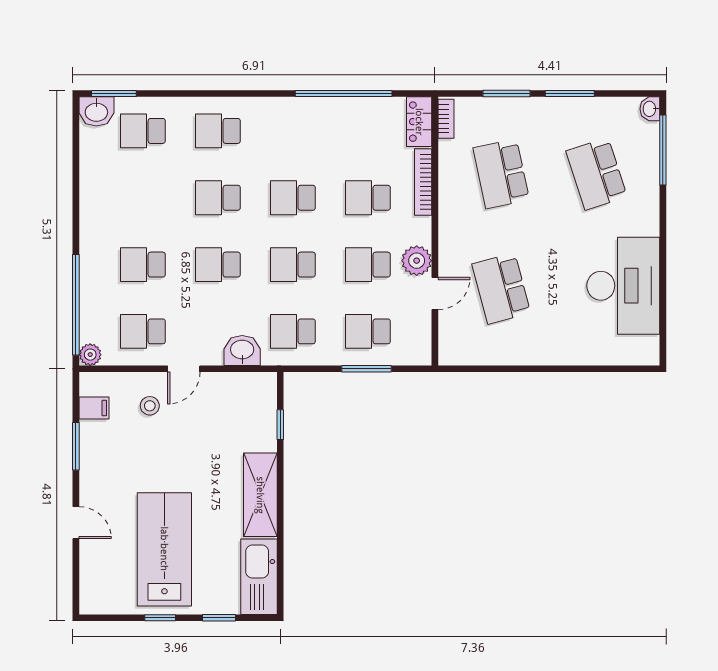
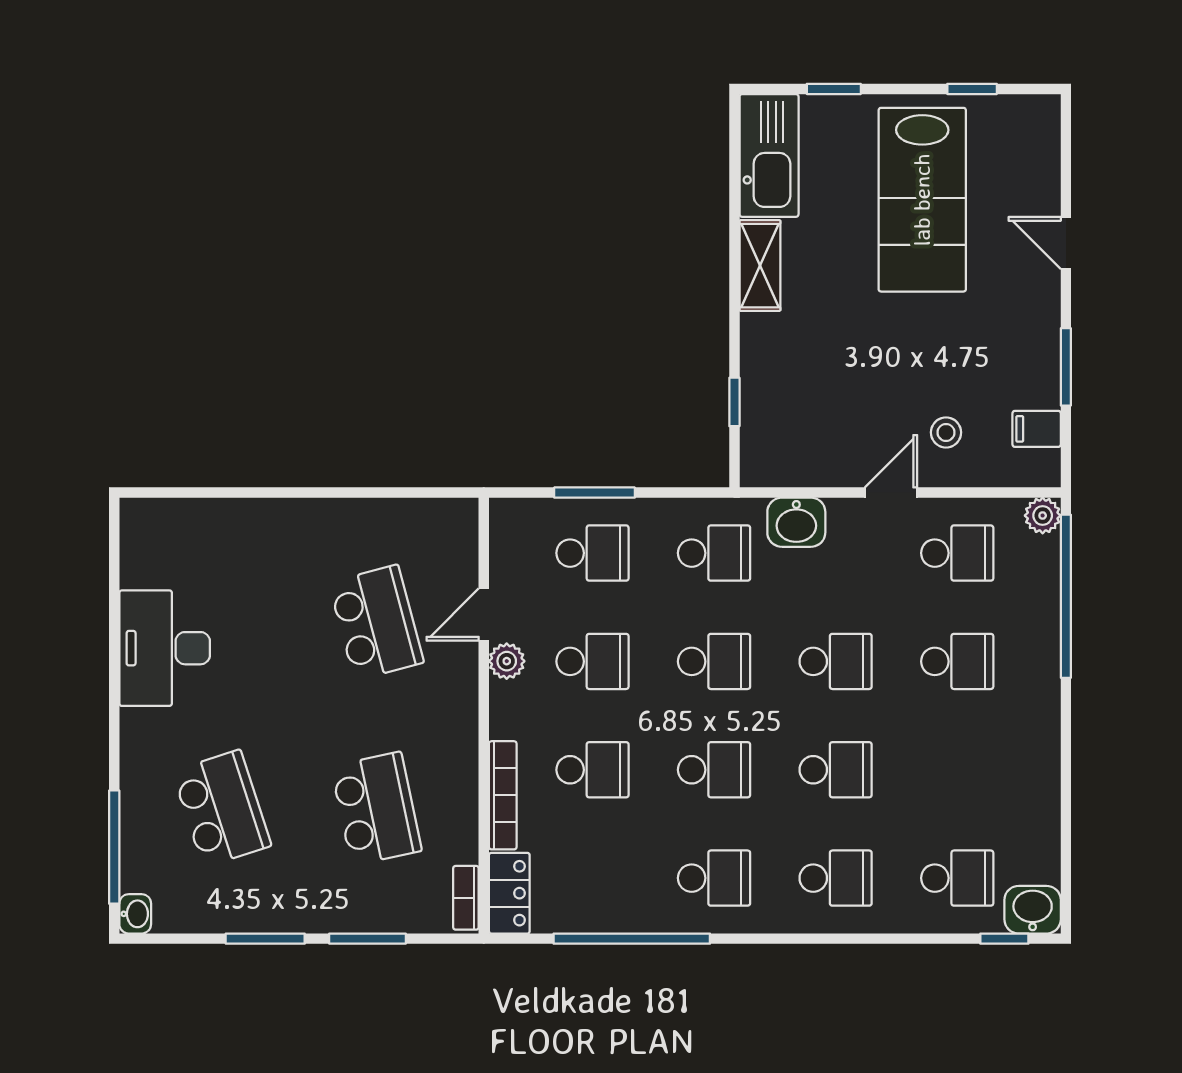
window: (114, 94) -> (1004, 939), width x0.67
school desk: (293, 131) -> (714, 878), added
plant: (417, 261) -> (507, 661), width x0.73, depth x0.73
desk: (623, 286) -> (165, 648), width x0.73, depth x0.77
shelving: (260, 495) -> (760, 266), width x0.67, depth x0.75
window: (160, 618) -> (972, 89), moved

